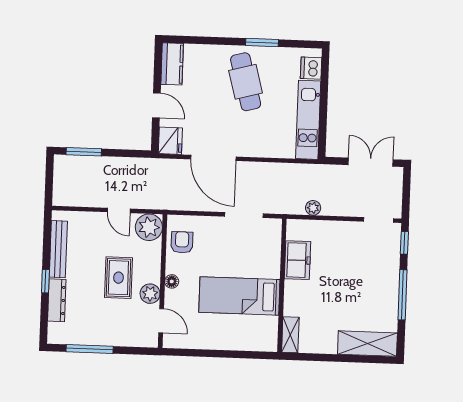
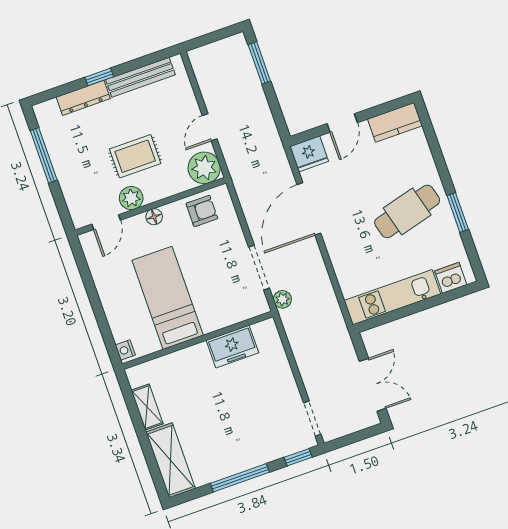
plant: (313, 208) -> (282, 299), moved
shelving: (290, 335) -> (147, 407), moved, turned 90
nightstand: (267, 345) -> (125, 350), added

